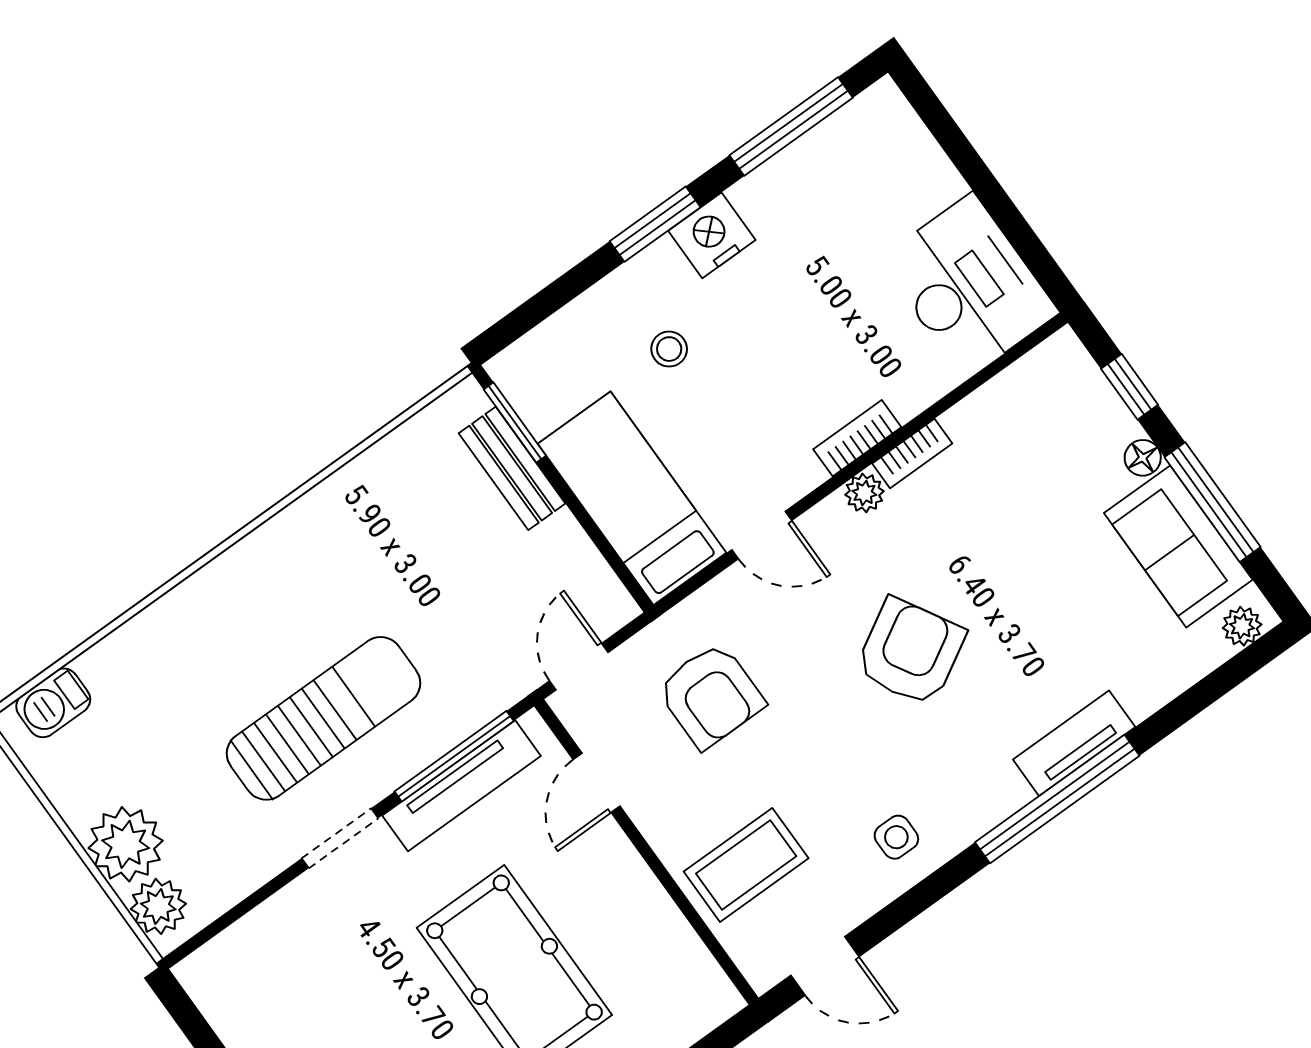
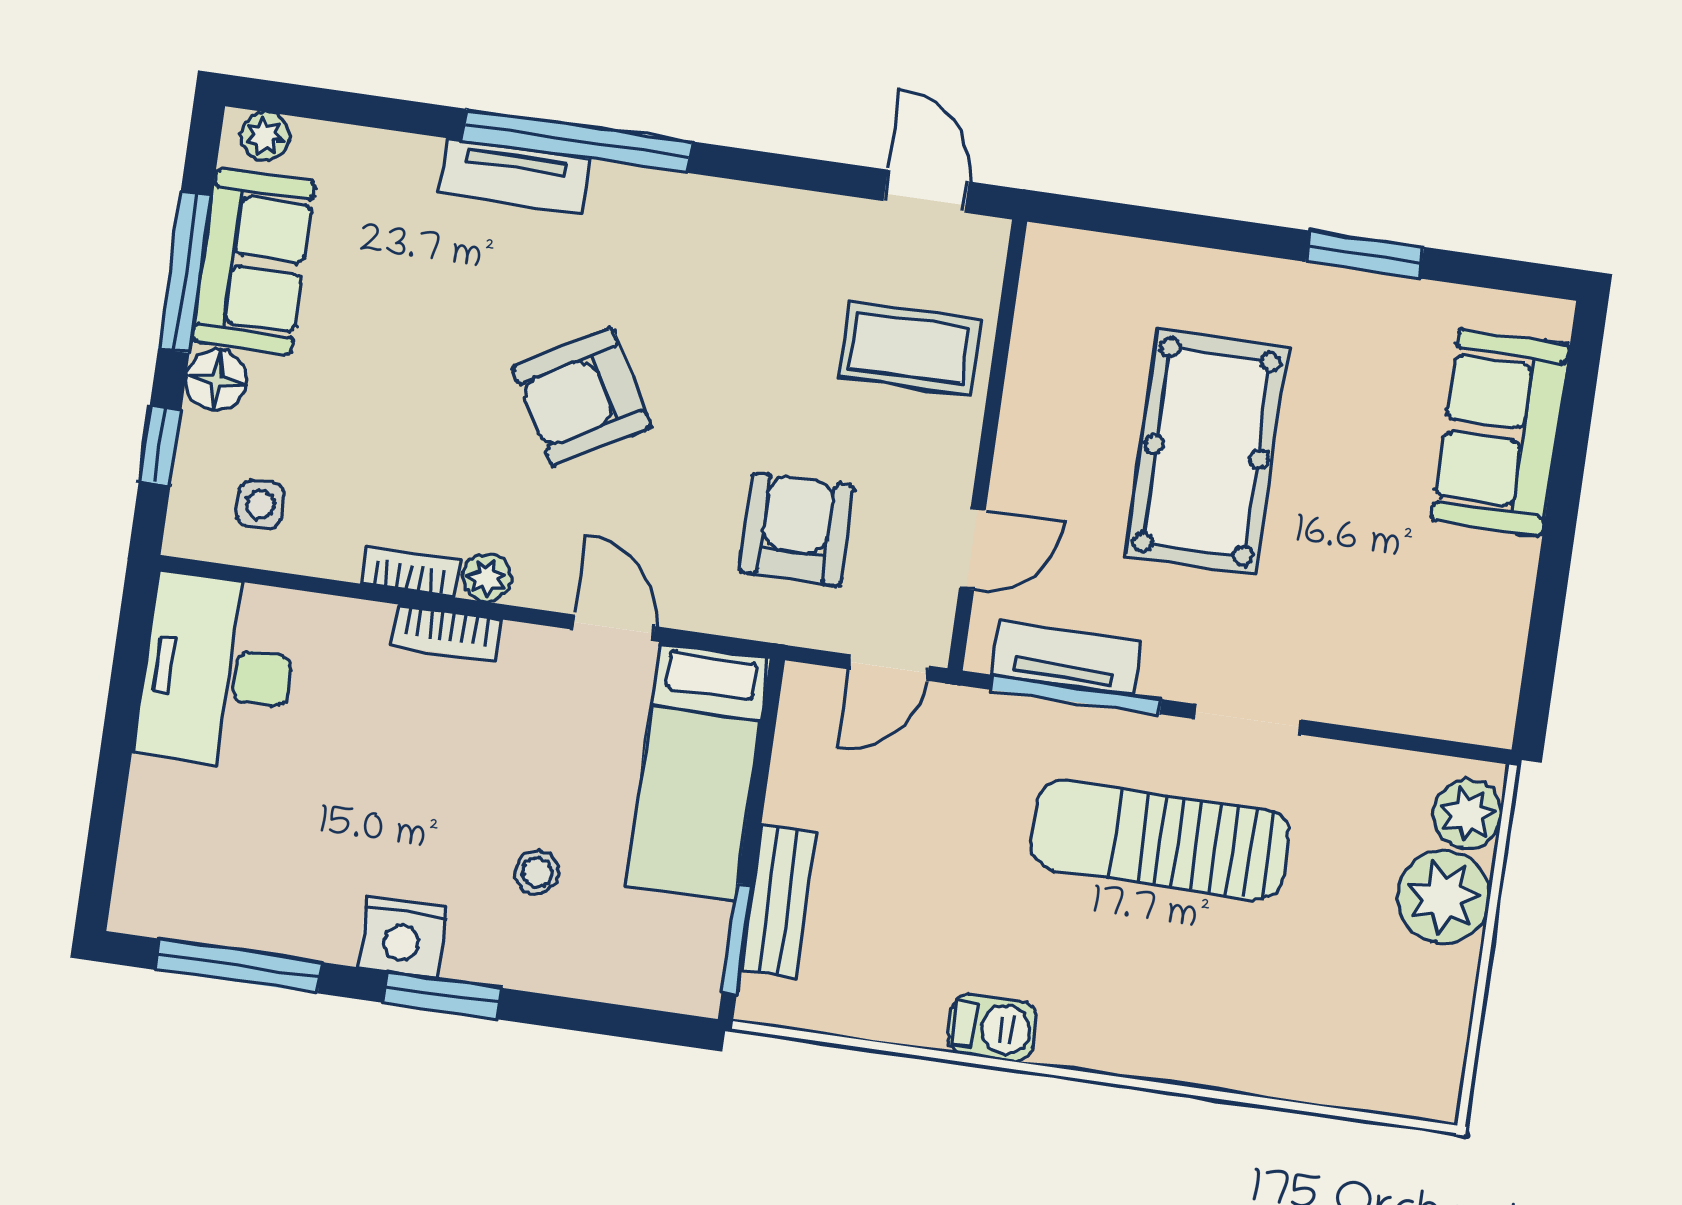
floor lamp: (1143, 458) -> (216, 380), width x1.37, depth x1.37
barbecue: (53, 703) -> (992, 1028), moved
tv unit: (462, 786) -> (1066, 658), width x0.71
side table: (896, 837) -> (260, 505), moved

